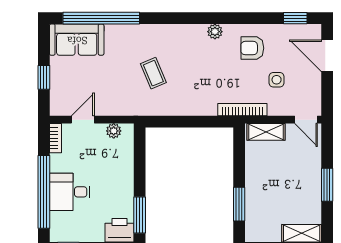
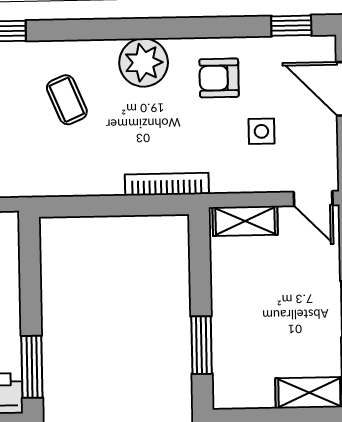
plant: (215, 32) -> (144, 63), width x1.88, depth x1.88
coffee table: (153, 73) -> (67, 100), moved
bookcase: (242, 110) -> (167, 184), moved

